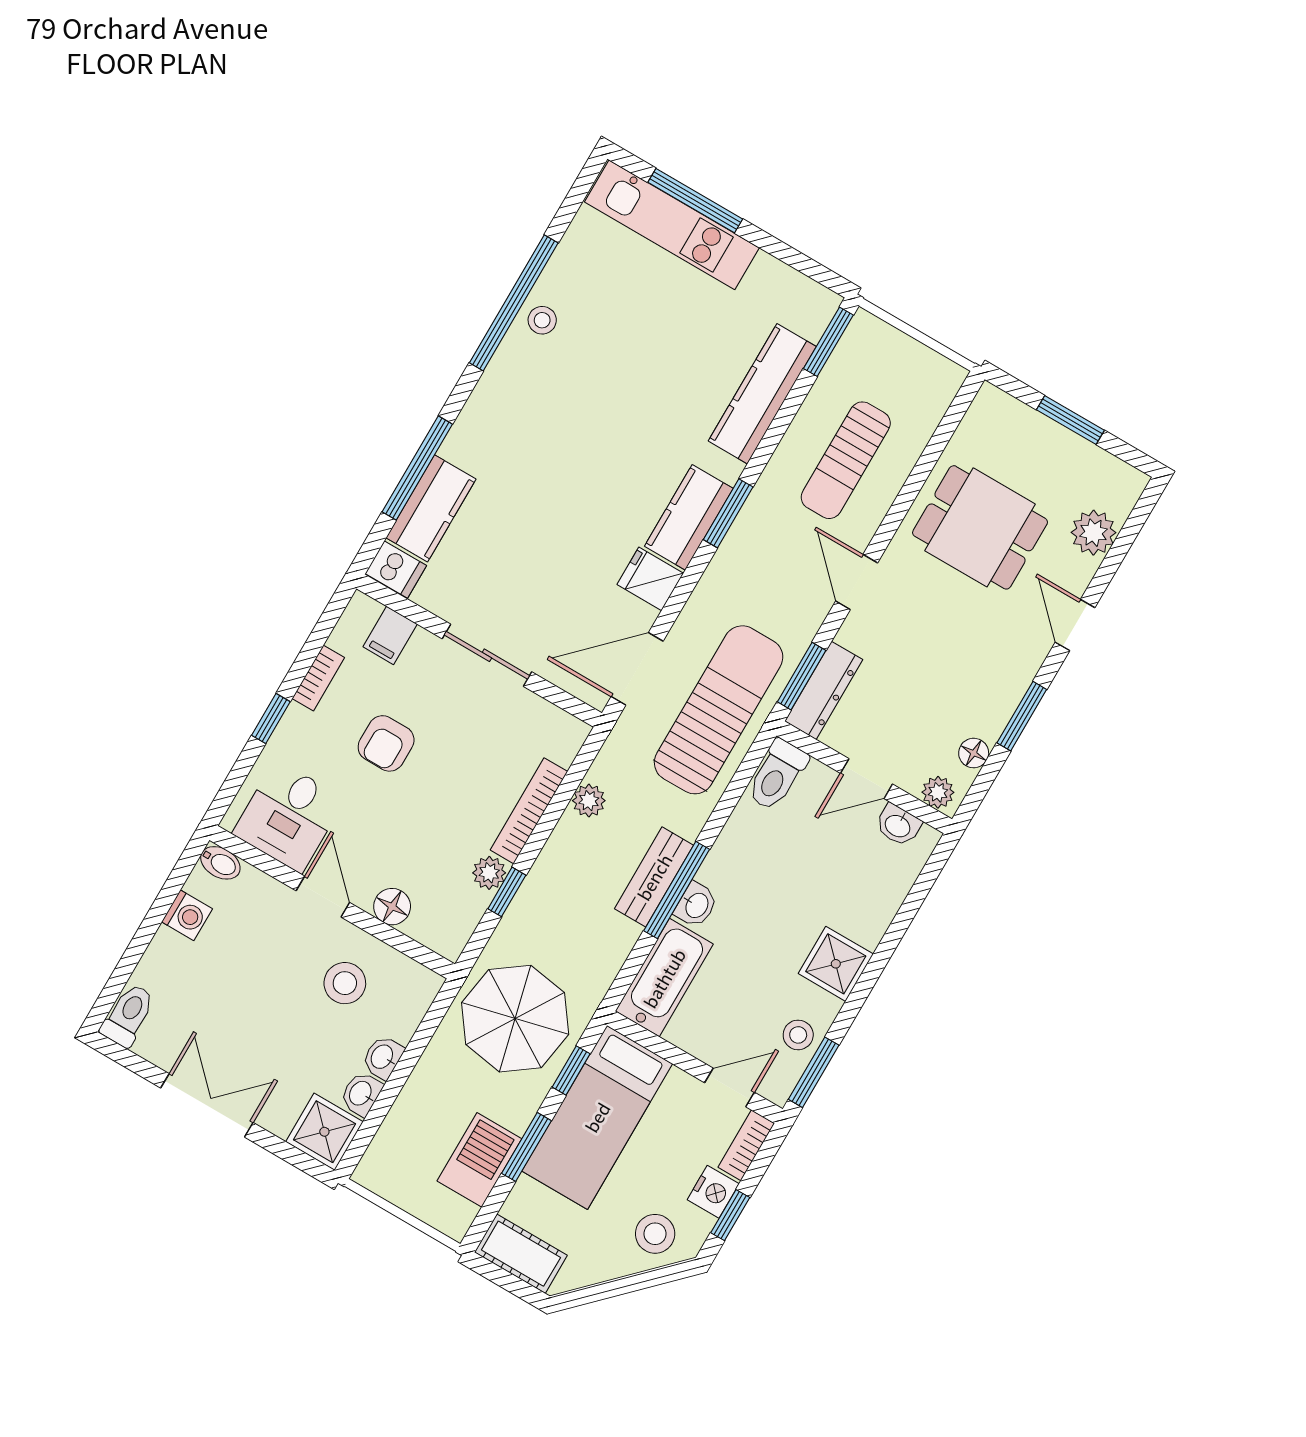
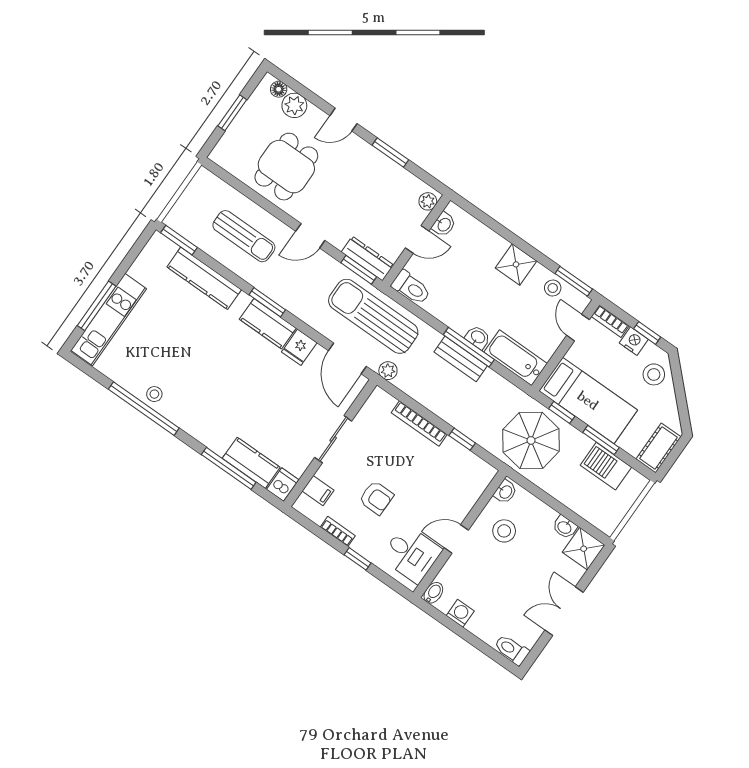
floor lamp: (974, 753) -> (279, 89), moved
door: (866, 779) -> (417, 239), hinge flipped
plant: (589, 801) -> (388, 371), moved
plant: (489, 873) -> (451, 448), removed
floor lamp: (392, 907) -> (465, 502), removed
washbasin: (383, 1057) -> (505, 492), moved, turned -90

